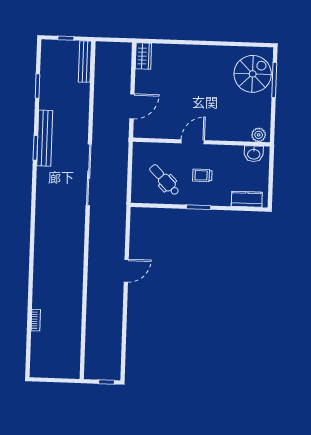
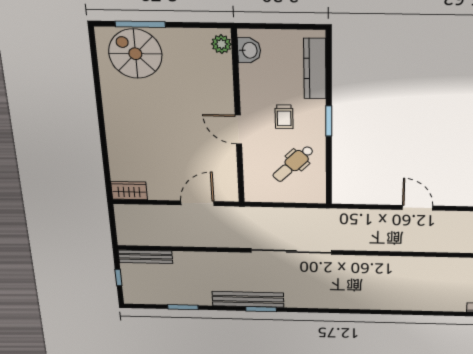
door: (132, 106) -> (197, 203), hinge flipped
kitchen counter: (247, 199) -> (315, 69), width x1.50

